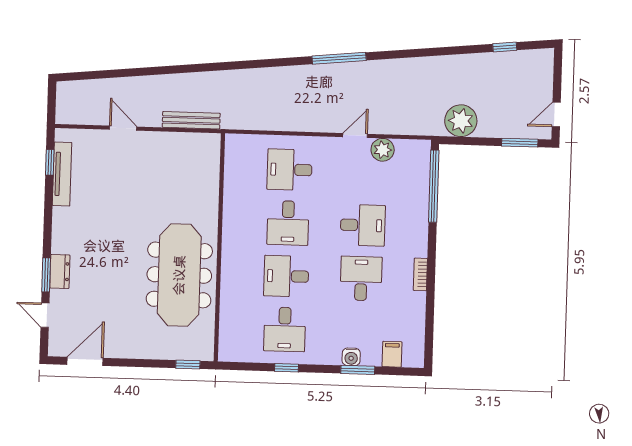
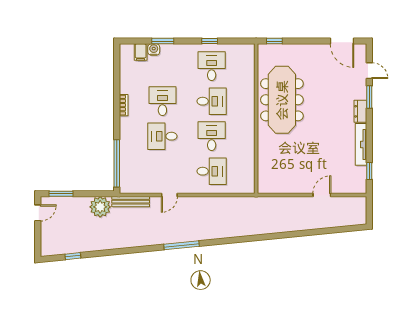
bench: (191, 120) -> (131, 202), moved
door: (123, 128) -> (322, 195), swing flipped
plant: (383, 150) -> (151, 186), removed
tv unit: (62, 174) -> (361, 144), moved
dresser: (60, 271) -> (360, 111), moved
desk: (361, 278) -> (162, 101), turned 180
water cooler: (351, 357) -> (154, 50), moved
door: (85, 361) -> (342, 41), hinge flipped

